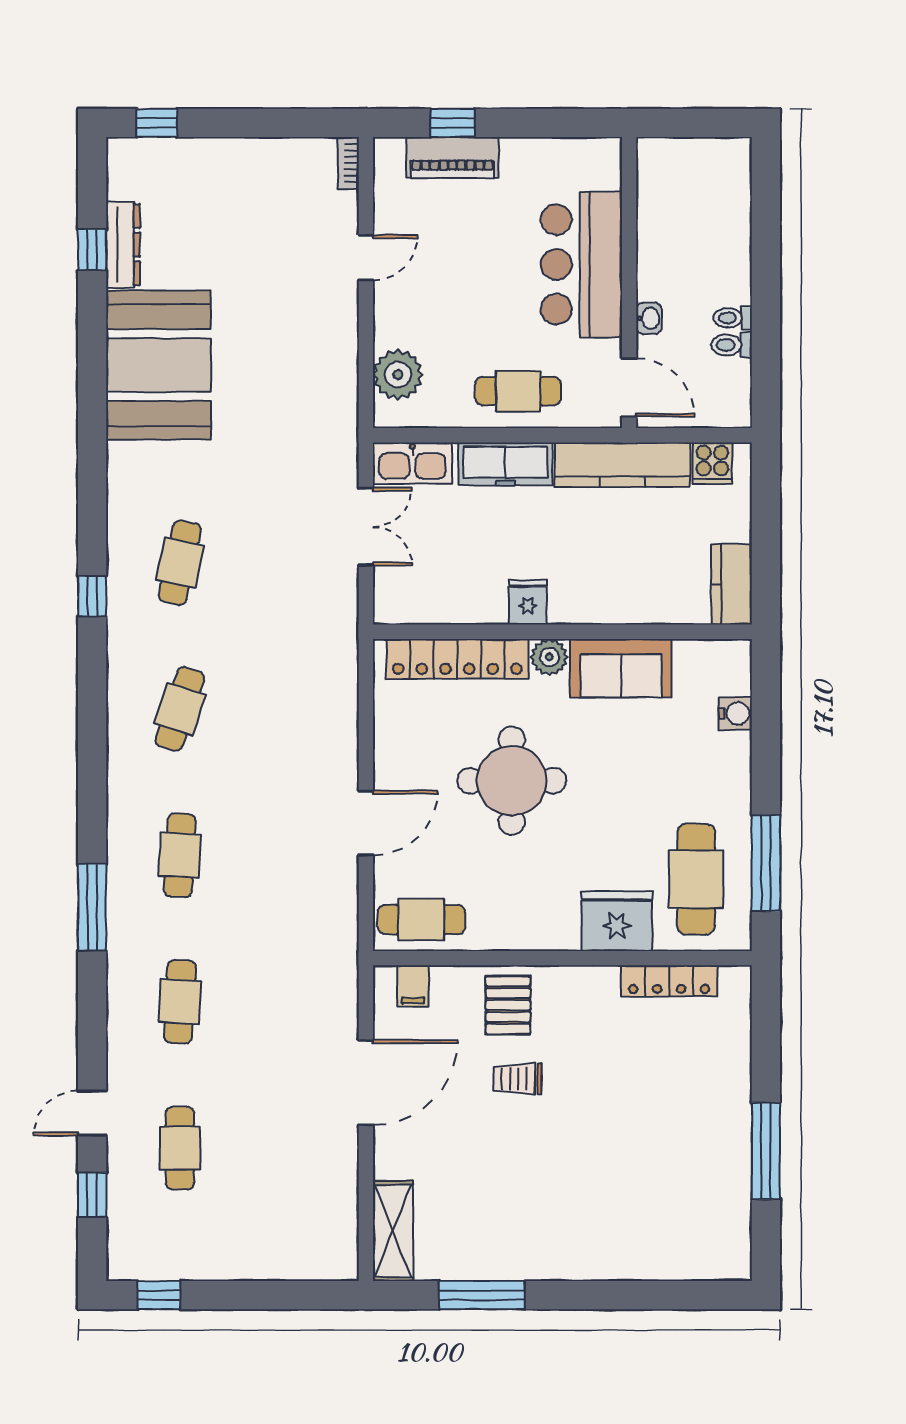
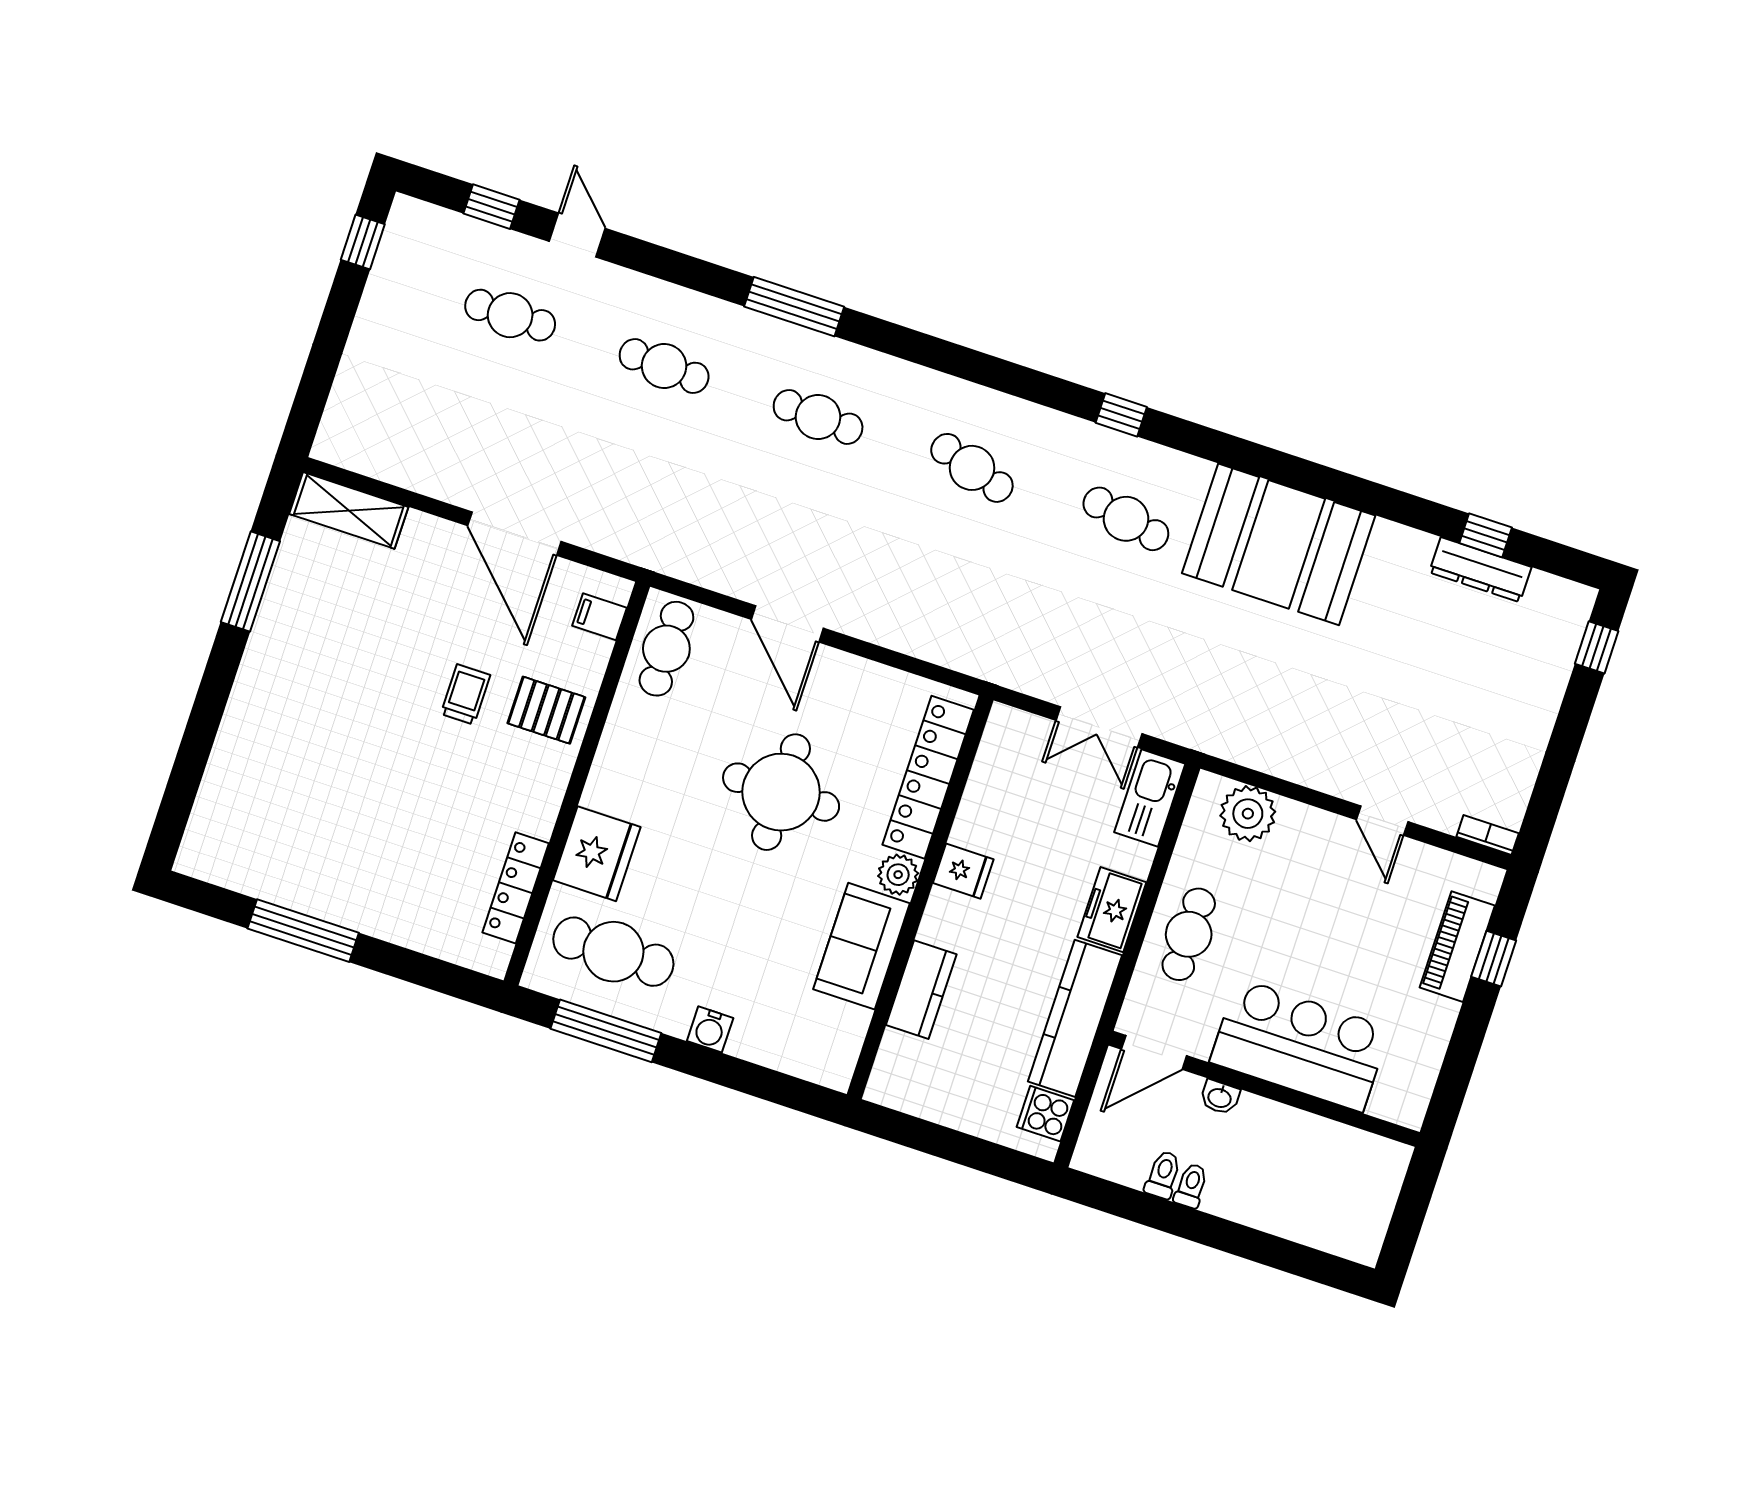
booth: (158, 365) -> (1279, 544), moved
freezer: (505, 464) -> (1112, 910), width x0.71
kitchen counter: (732, 584) -> (921, 990), moved, turned 90
water cooler: (735, 714) -> (710, 1029), moved

